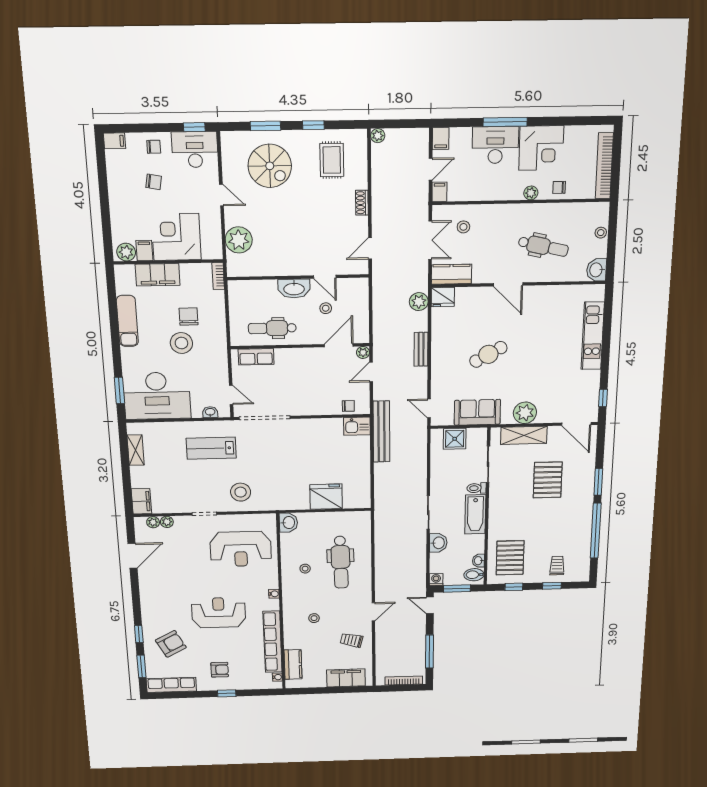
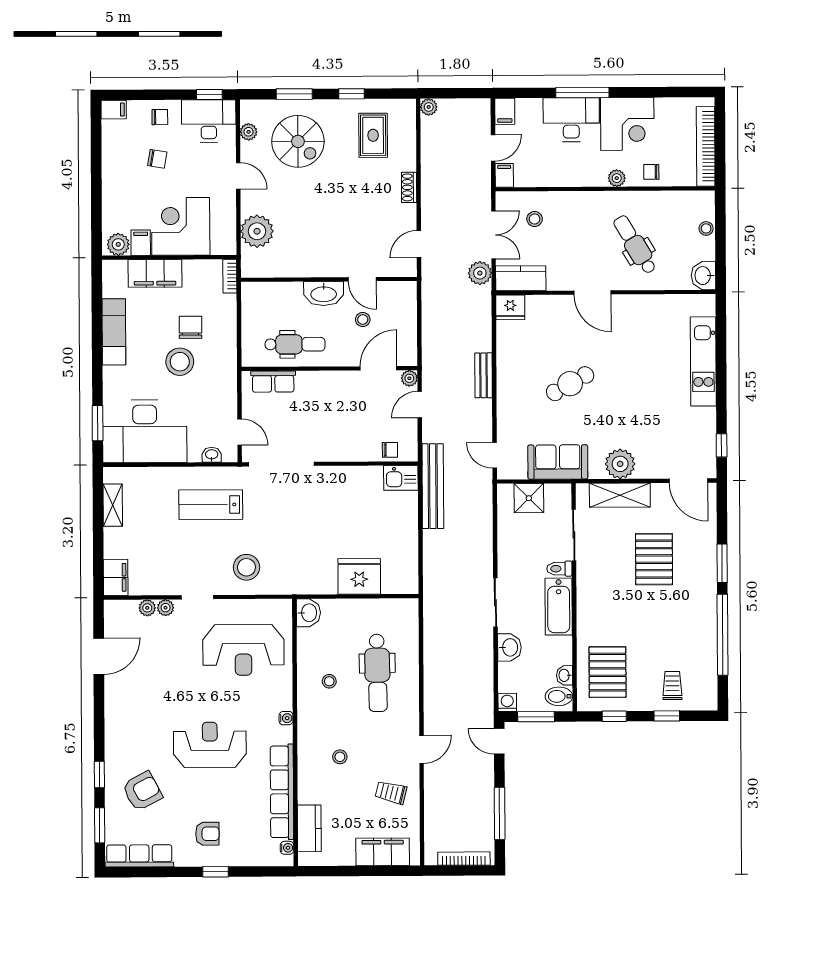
plant: (228, 158) -> (249, 132), added
dental chair: (543, 246) -> (635, 245), turned -134
plant: (419, 302) -> (480, 273), moved
dental chair: (272, 328) -> (295, 344), turned 180
plant: (153, 522) -> (166, 608), moved

